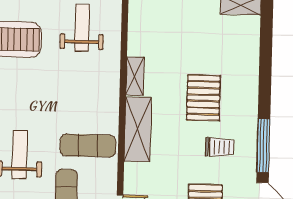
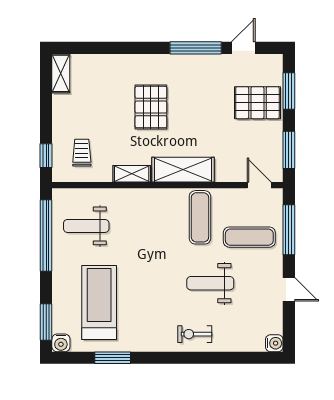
pallet: (203, 98) -> (151, 107), turned 90
trolley: (220, 147) -> (82, 153), moved

